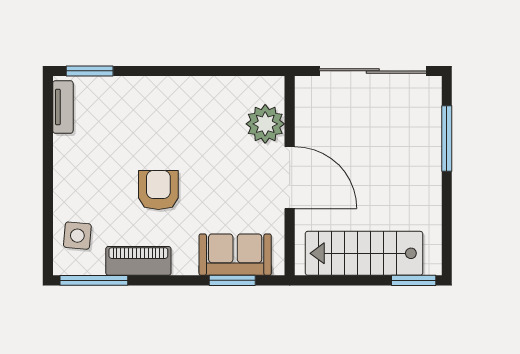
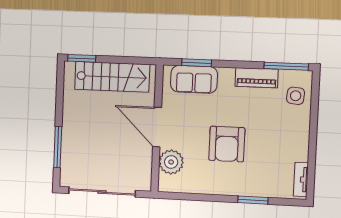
window: (90, 71) -> (253, 200), moved
armchair: (158, 190) -> (227, 144), moved, width x1.36, depth x1.36

